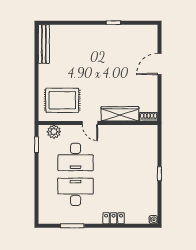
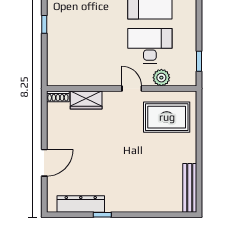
dresser: (130, 31) -> (81, 204), added
wardrobe: (120, 114) -> (86, 100), width x0.67
plant: (54, 132) -> (161, 78), moved

